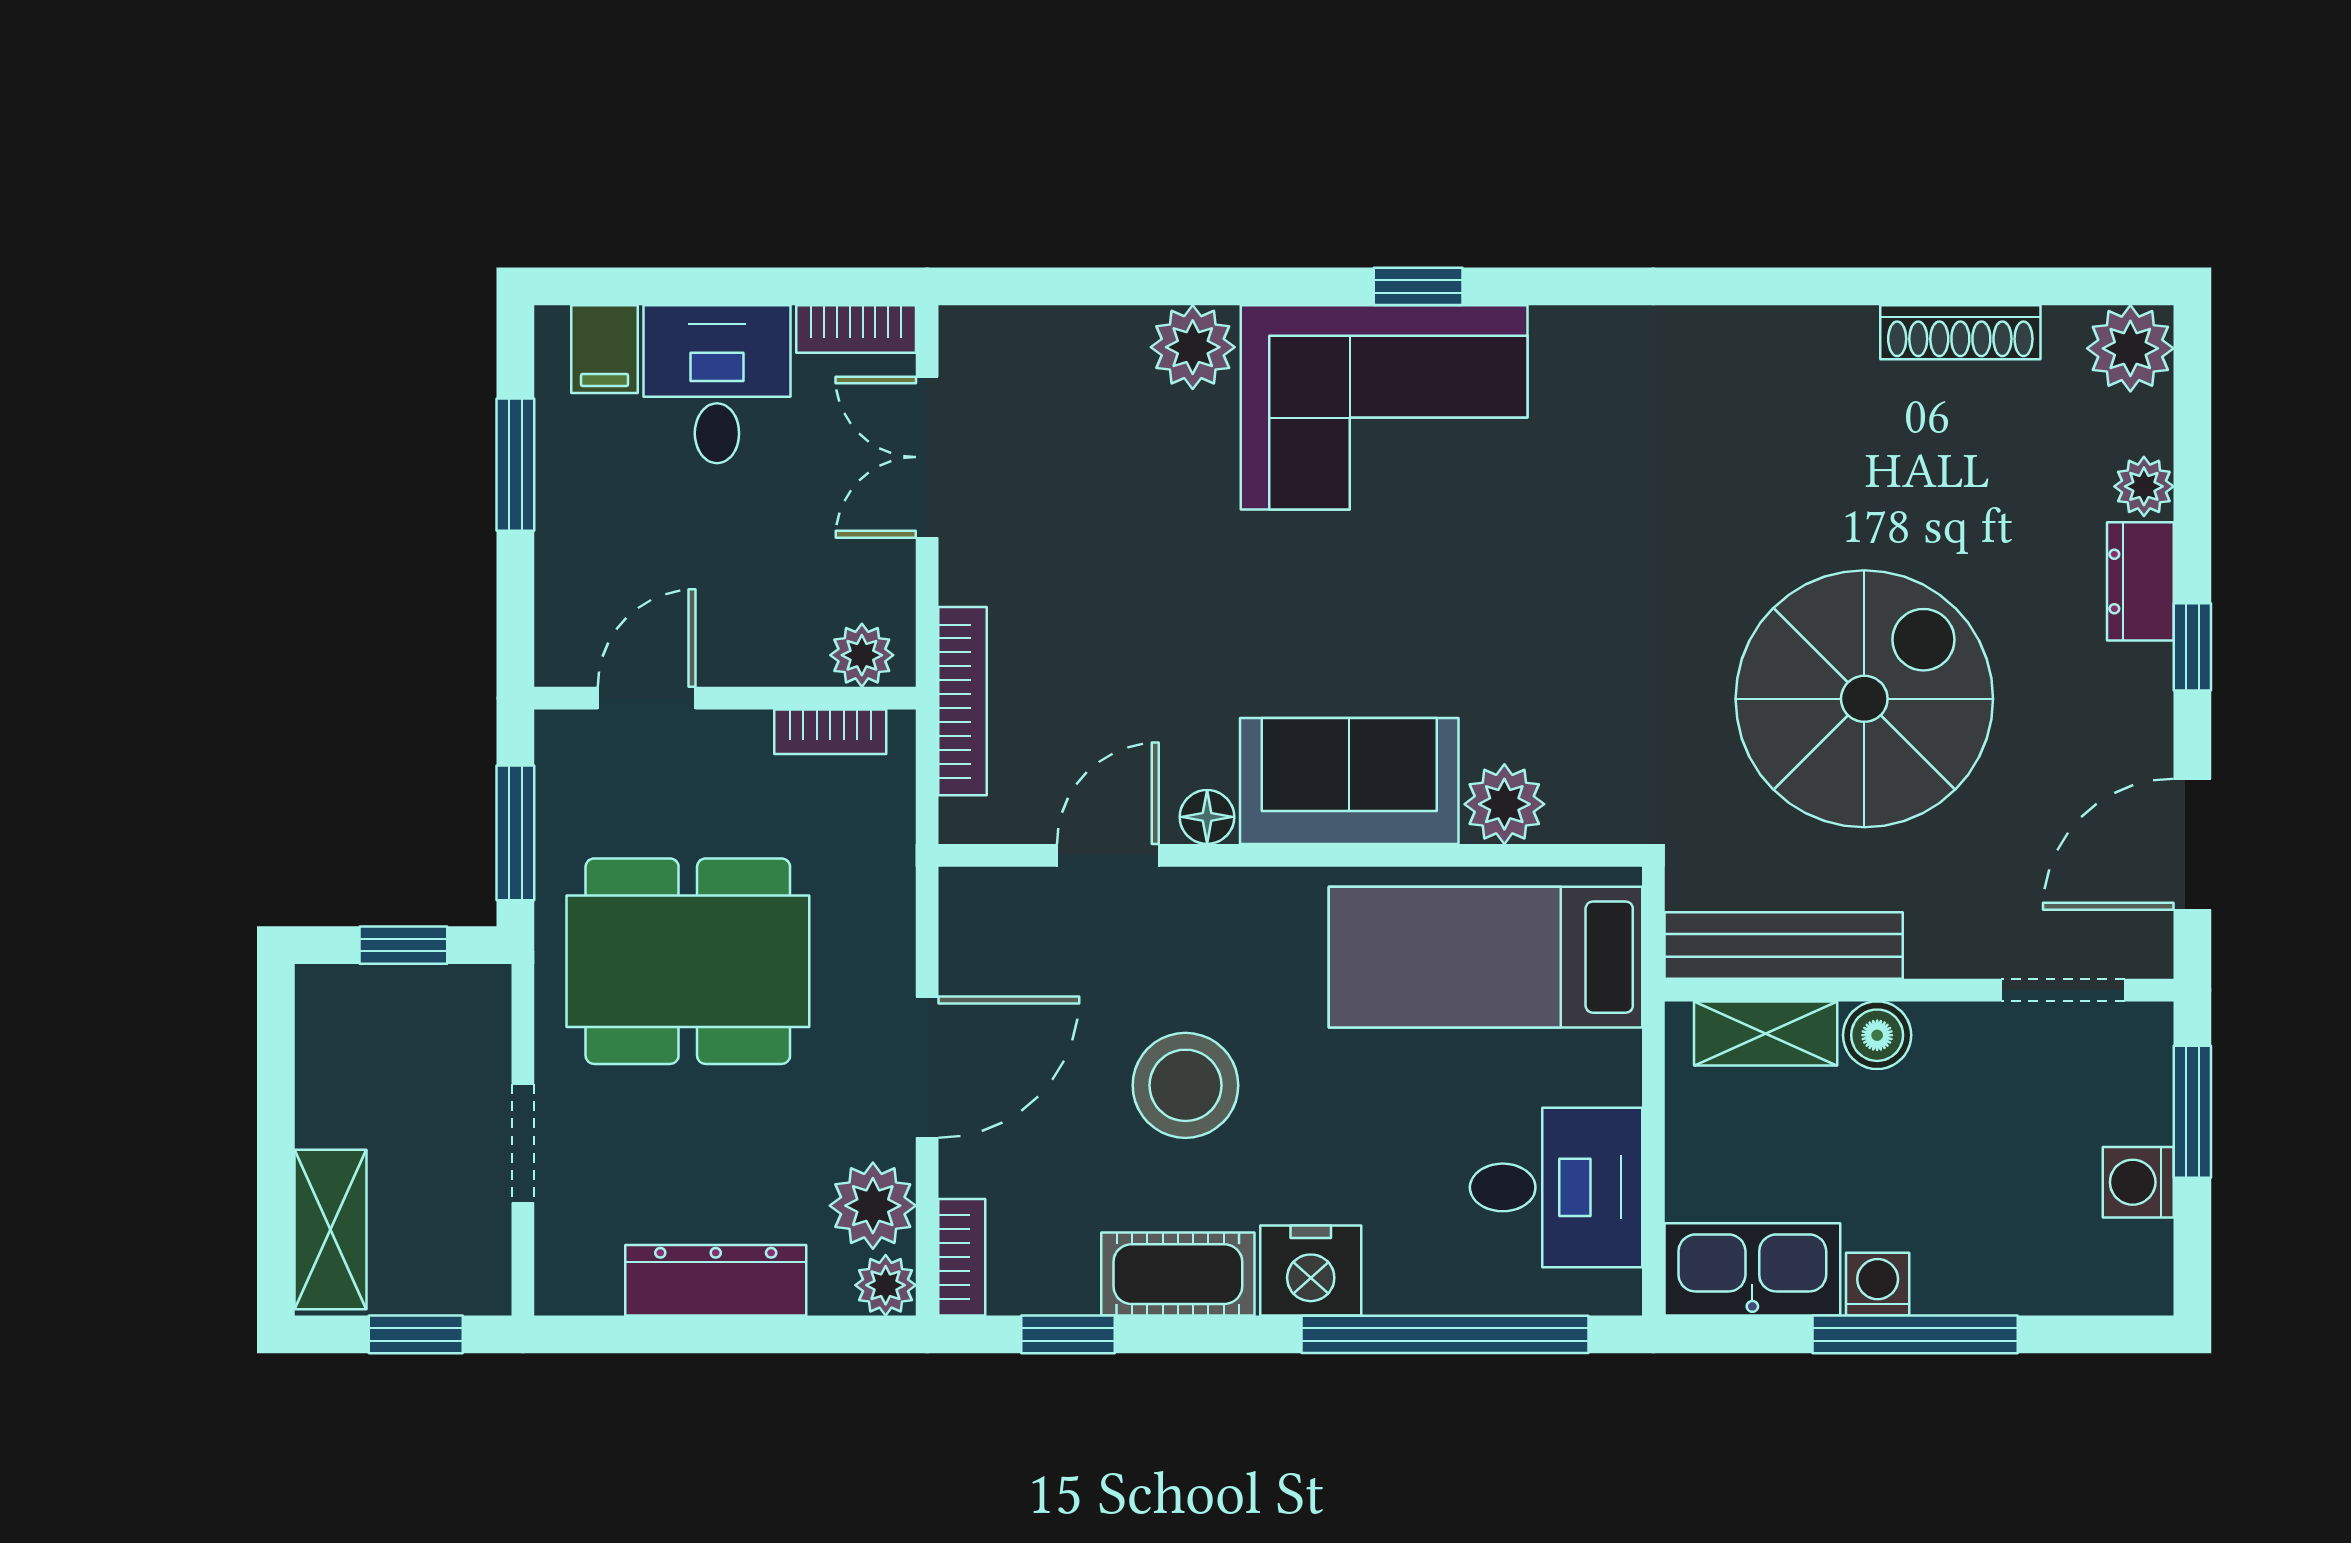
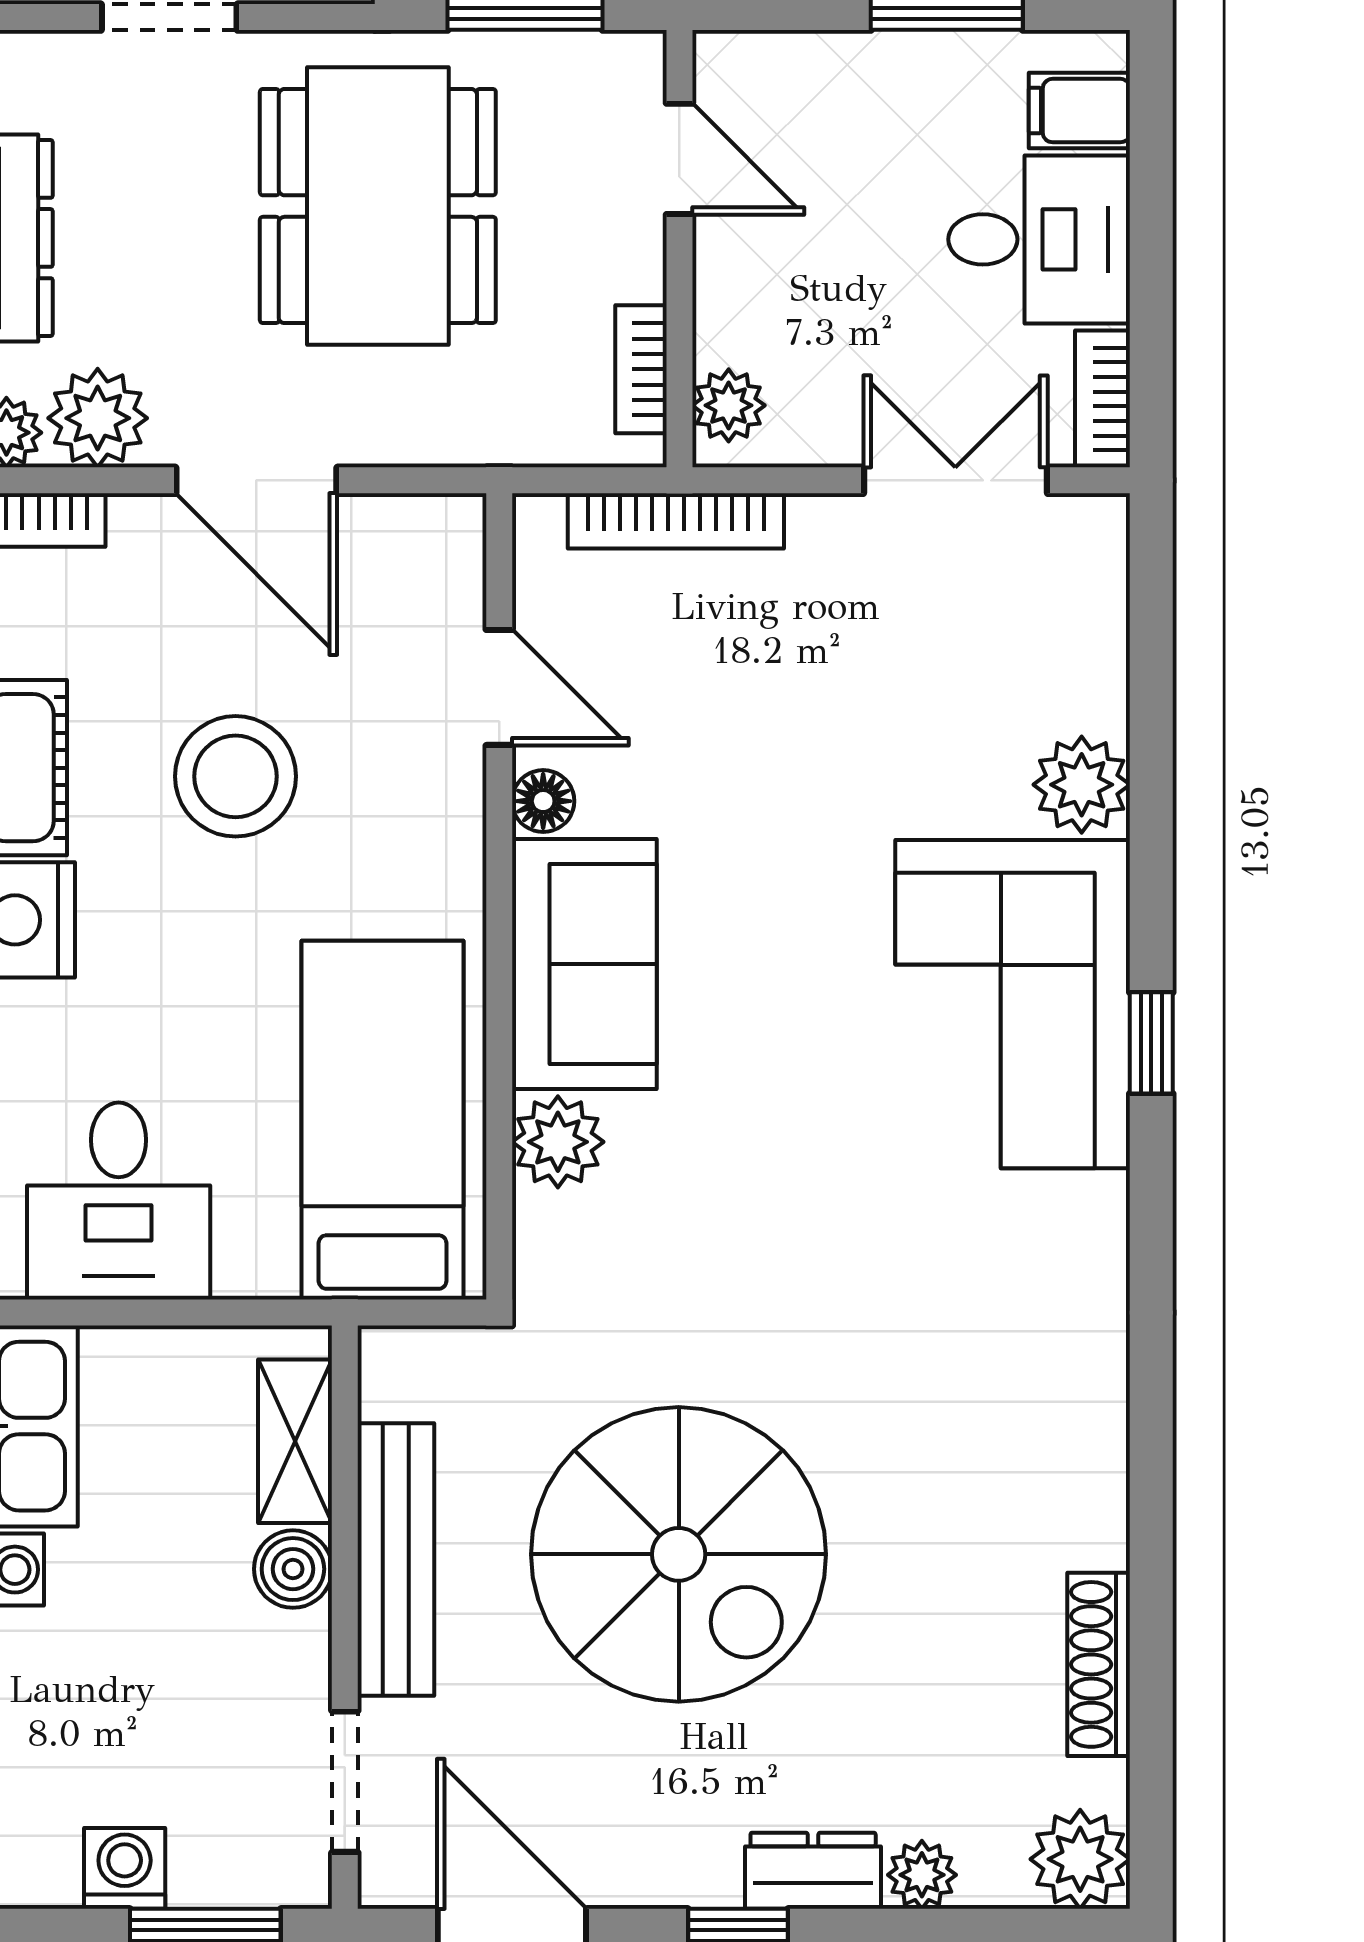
bench: (1784, 945) -> (396, 1560), moved

